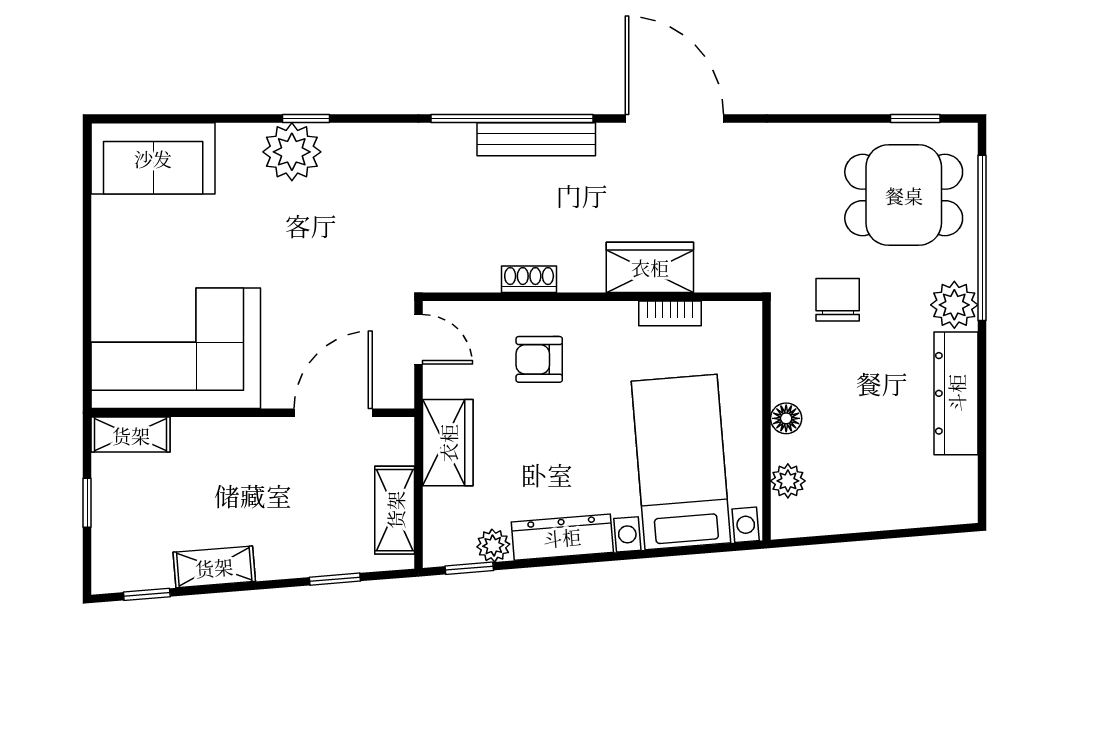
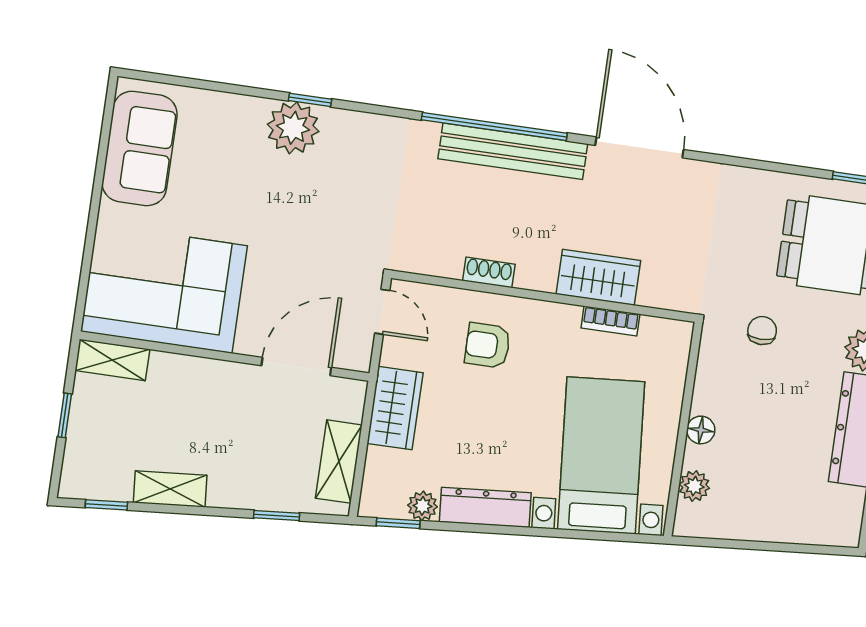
bench: (536, 139) -> (513, 151), width x1.37, depth x1.21
sofa: (153, 158) -> (140, 148), moved, turned -90
chair: (838, 300) -> (762, 331), width x0.73, depth x0.73

